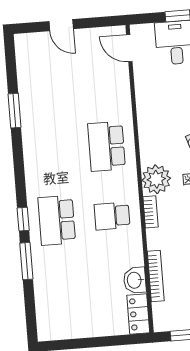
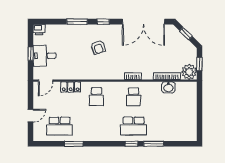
school desk: (46, 81) -> (60, 126), added
school desk: (107, 146) -> (96, 97), width x0.54
plant: (156, 179) -> (189, 72), moved
locker: (138, 314) -> (71, 87), moved

